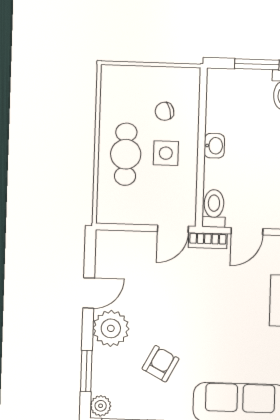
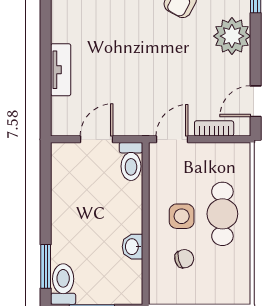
washbasin: (214, 146) -> (132, 247), moved
bookcase: (208, 241) -> (214, 128), moved
door: (89, 293) -> (256, 101), moved

